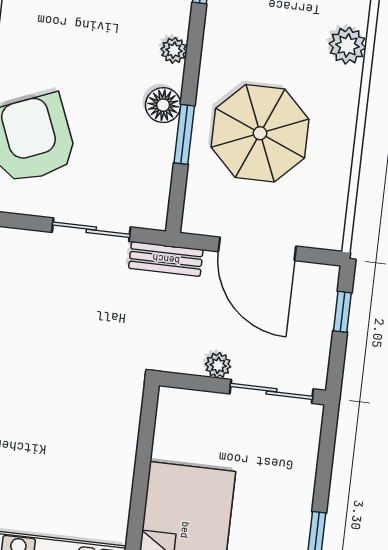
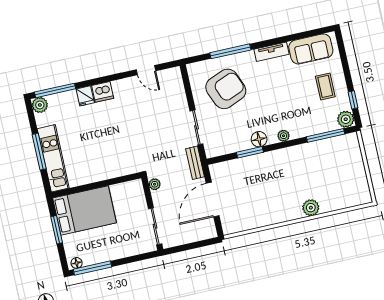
parasol: (260, 133) -> (261, 184), removed
window: (342, 312) -> (199, 244), removed
plant: (218, 365) -> (155, 184), moved

